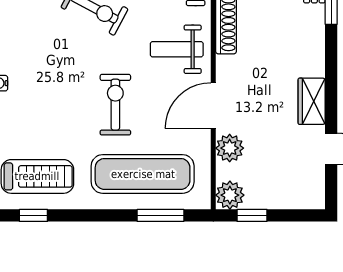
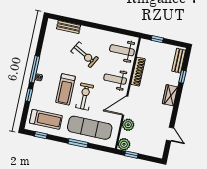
treadmill: (68, 98) -> (66, 89), added
wardrobe: (312, 101) -> (170, 95), moved
window: (160, 215) -> (78, 143), moved

